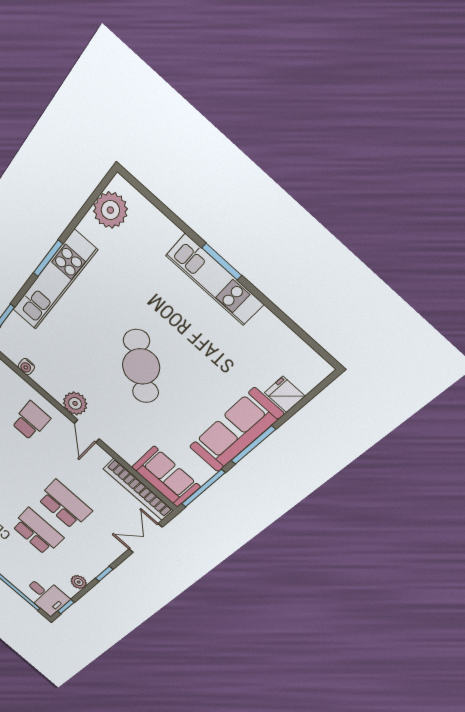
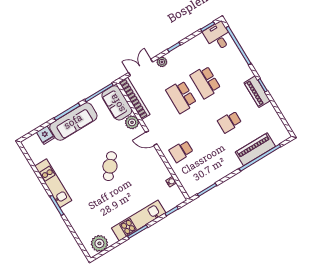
kitchen unit: (215, 280) -> (53, 183), moved
cafe table: (141, 367) -> (110, 166), width x0.73, depth x0.74
plant: (75, 403) -> (132, 122), moved
door: (87, 431) -> (151, 138), swing flipped
double door: (145, 538) -> (141, 67), swing flipped
plant: (79, 582) -> (162, 62), moved

